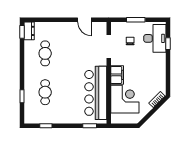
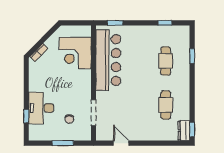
desk: (155, 38) -> (41, 108), moved
filing cabinet: (117, 75) -> (84, 81), removed

